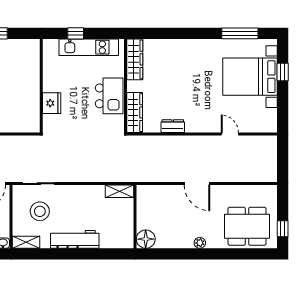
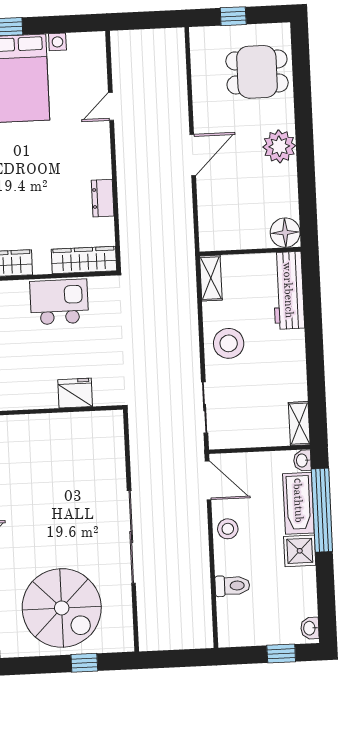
stool: (40, 211) -> (229, 343), moved
dining table: (247, 226) -> (257, 72), width x0.73
window: (283, 229) -> (233, 16), moved
workbench: (75, 239) -> (288, 290), moved
plant: (200, 243) -> (279, 146), width x1.88, depth x1.88

